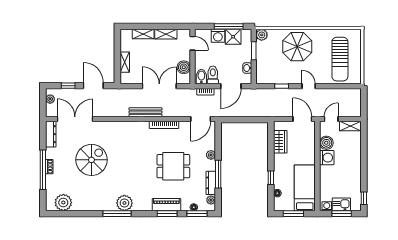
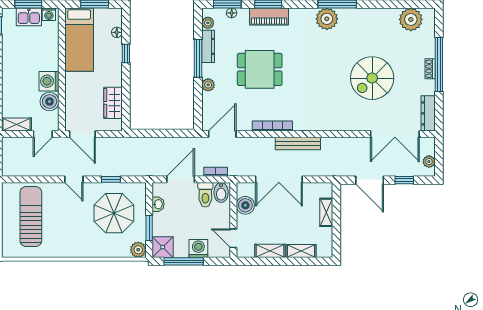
shower: (233, 37) -> (163, 247), moved
parasol: (297, 47) -> (114, 213), moved

